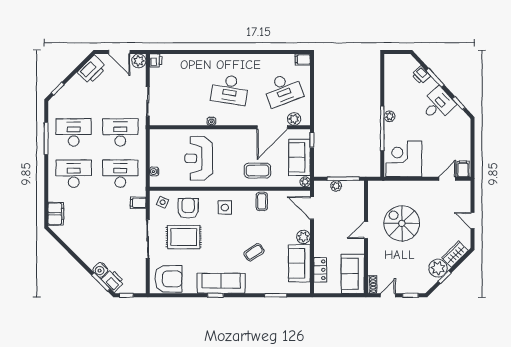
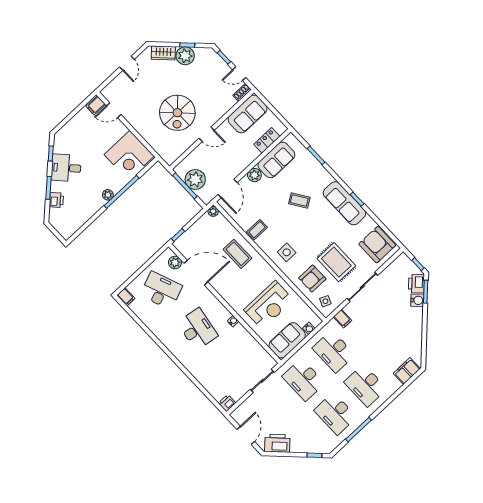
plant: (139, 61) -> (239, 415), removed
sofa: (300, 157) -> (287, 340), moved, turned 180
plant: (336, 186) -> (195, 180), width x1.88, depth x1.88

